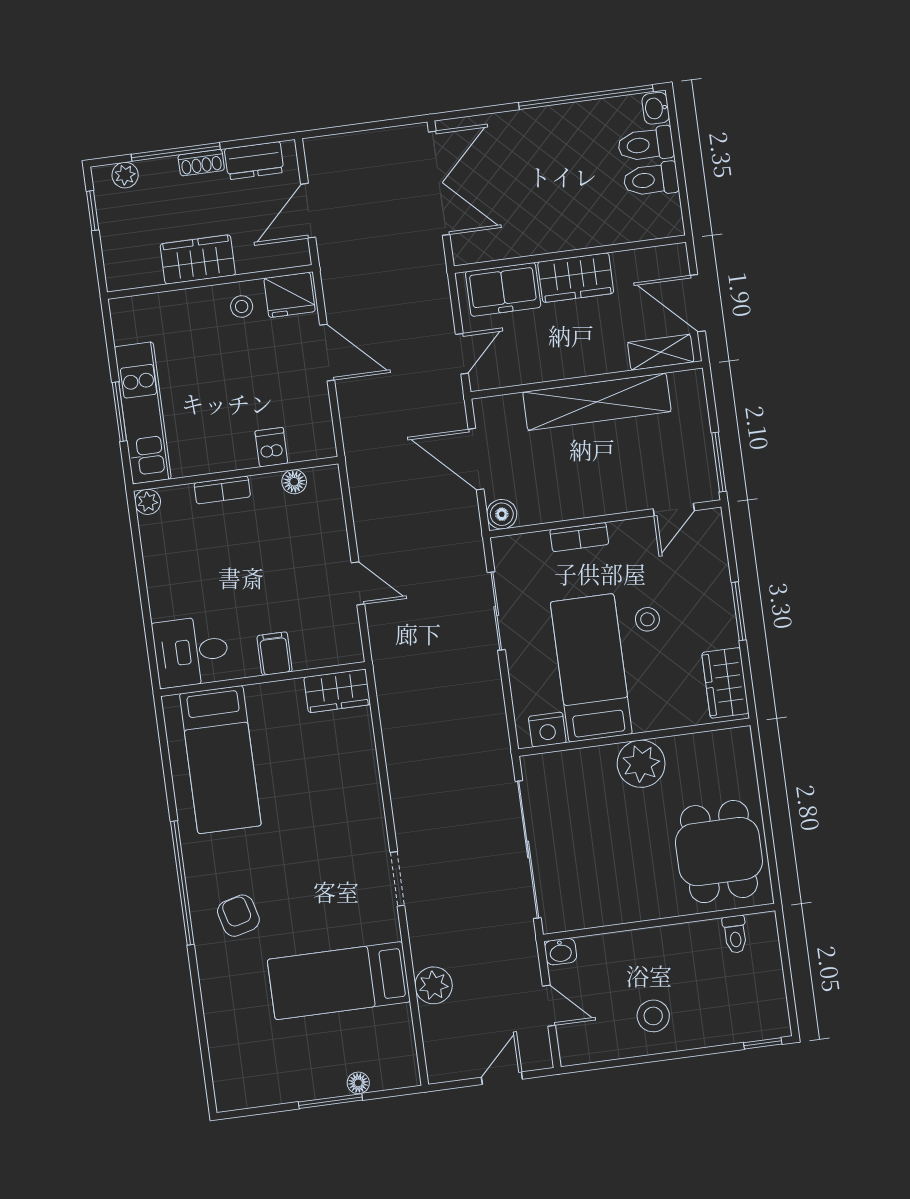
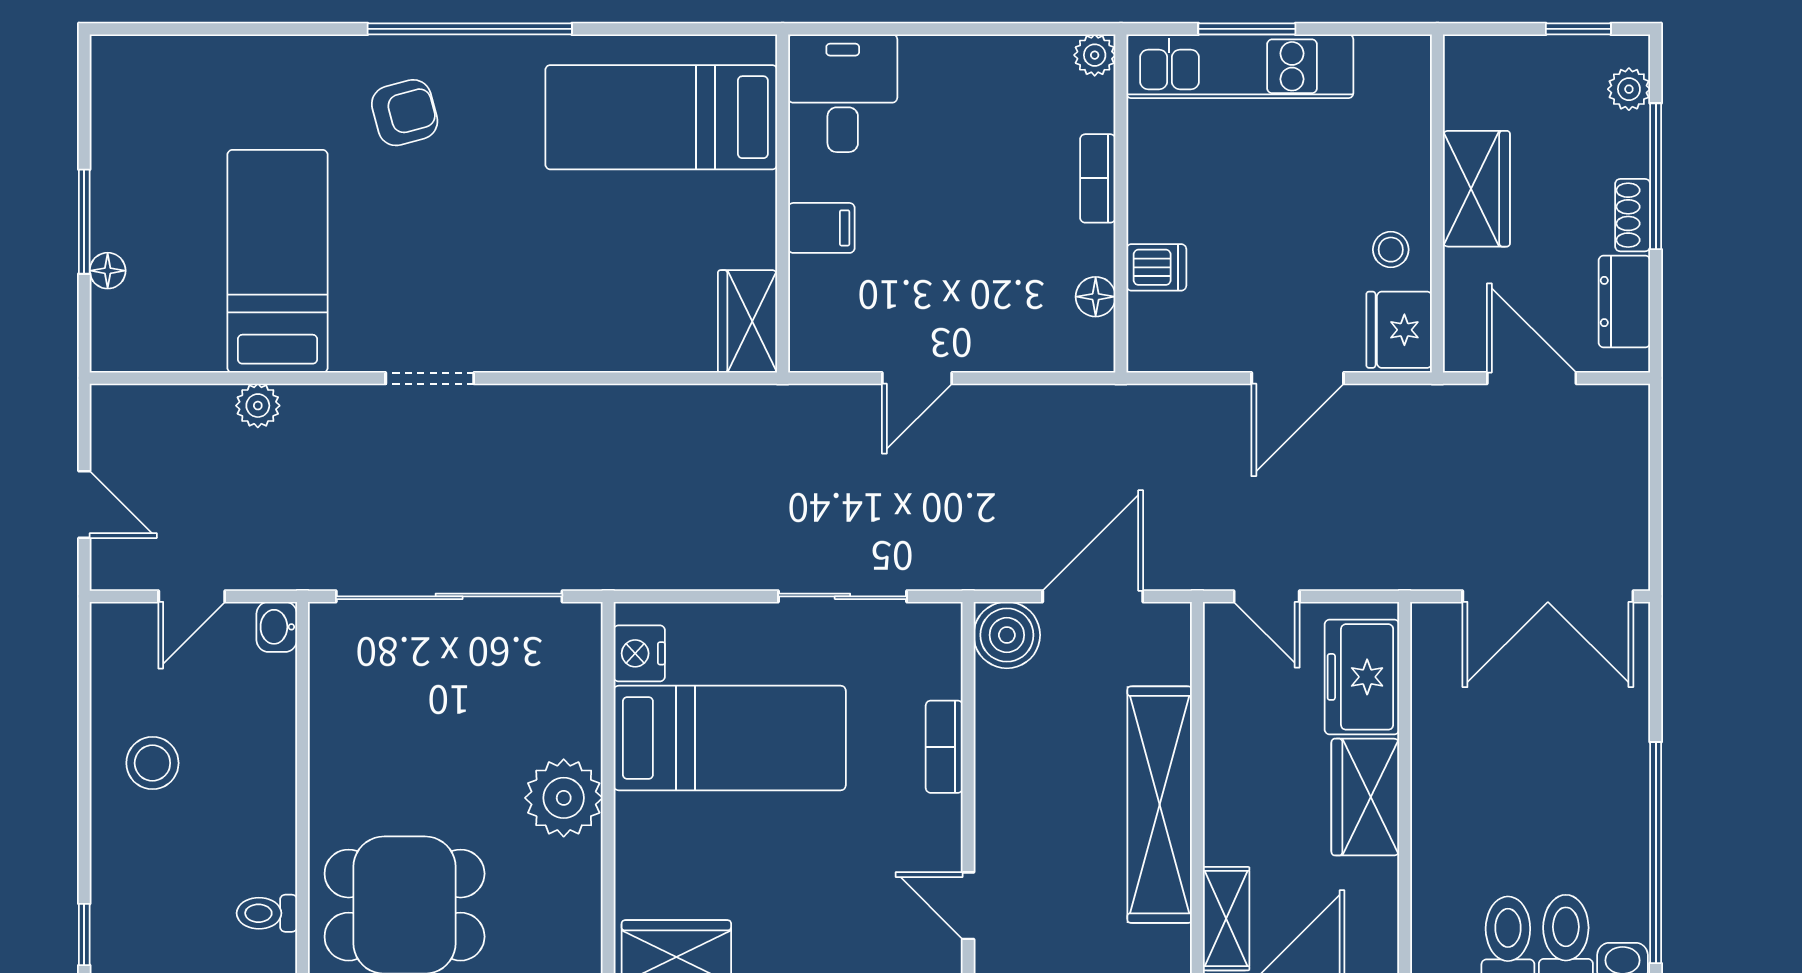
boiler: (502, 514) -> (1007, 635), width x1.36, depth x1.36
stool: (647, 619) -> (796, 839), removed
plant: (434, 985) -> (258, 406), width x0.73, depth x0.73

